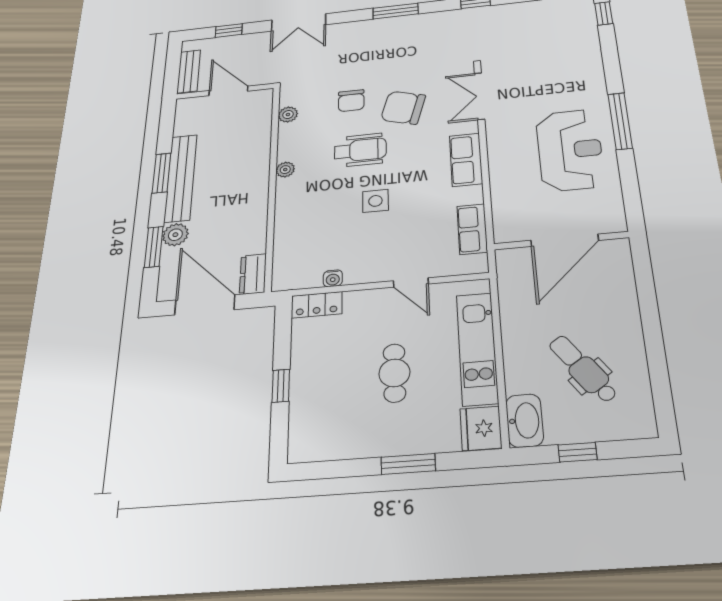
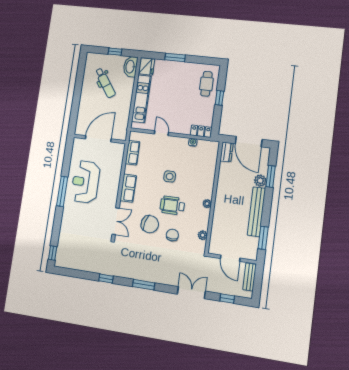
window: (161, 173) -> (263, 238), moved
cafe table: (394, 373) -> (206, 84), moved

